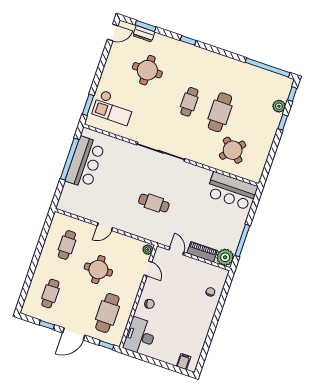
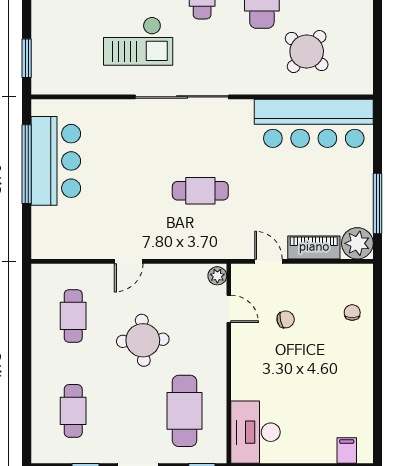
checkout: (113, 108) -> (138, 41), moved
bar counter: (232, 191) -> (314, 123), width x1.36
chair: (149, 304) -> (286, 319), moved

